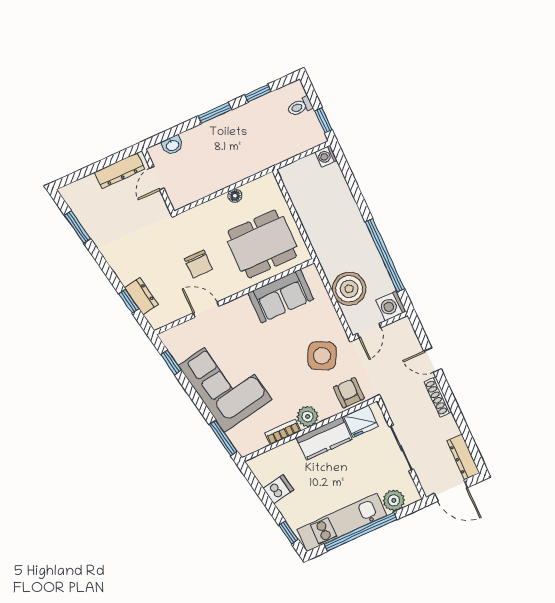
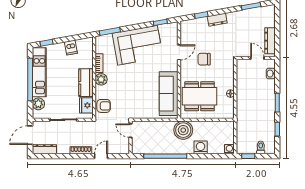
dining table: (262, 244) -> (200, 96), turned 90
boiler: (349, 289) -> (183, 130), moved
dresser: (141, 296) -> (217, 20), moved
sofa: (281, 296) -> (169, 94), width x1.36
washing machine: (391, 306) -> (201, 147), moved
side table: (322, 356) -> (129, 101), removed

